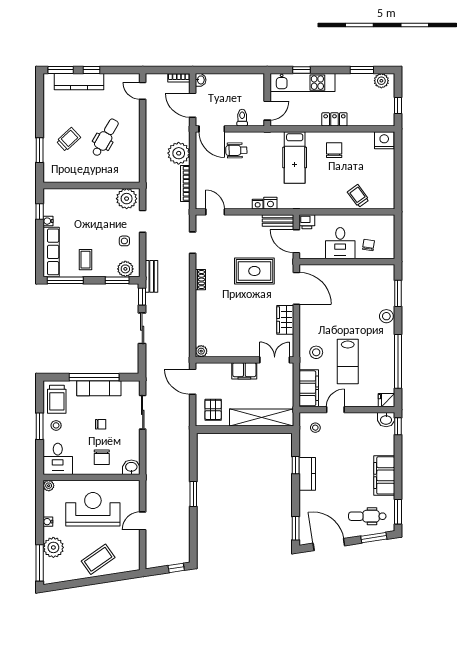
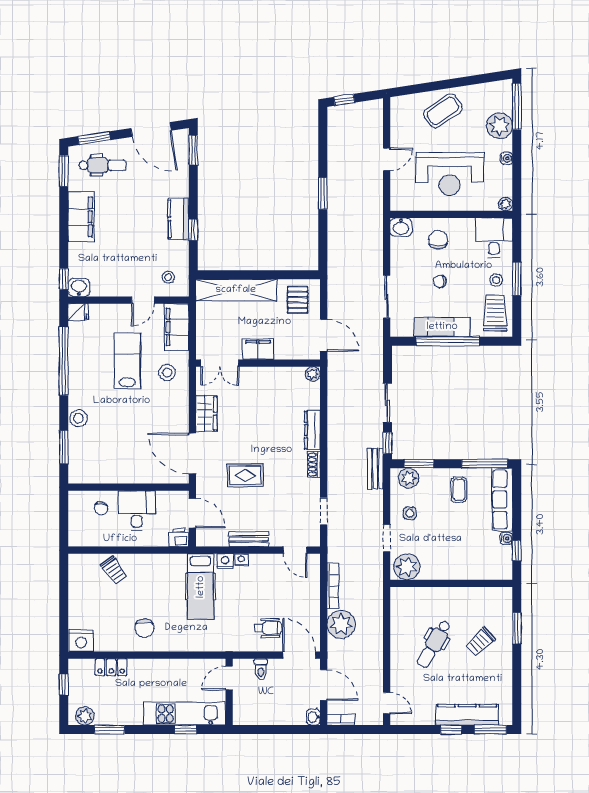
locker: (334, 119) -> (111, 667), moved
hospital bed: (295, 157) -> (201, 587), moved, turned 180
bench: (278, 220) -> (249, 539), moved
rug: (254, 271) -> (245, 475), width x0.73, depth x0.70
dresser: (201, 307) -> (312, 430), added

